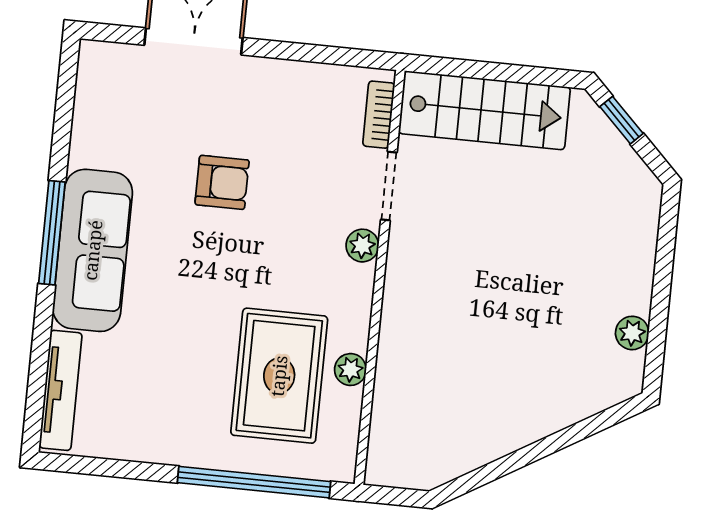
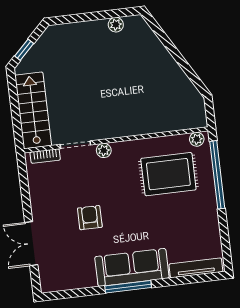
plant: (350, 370) -> (197, 139), moved

